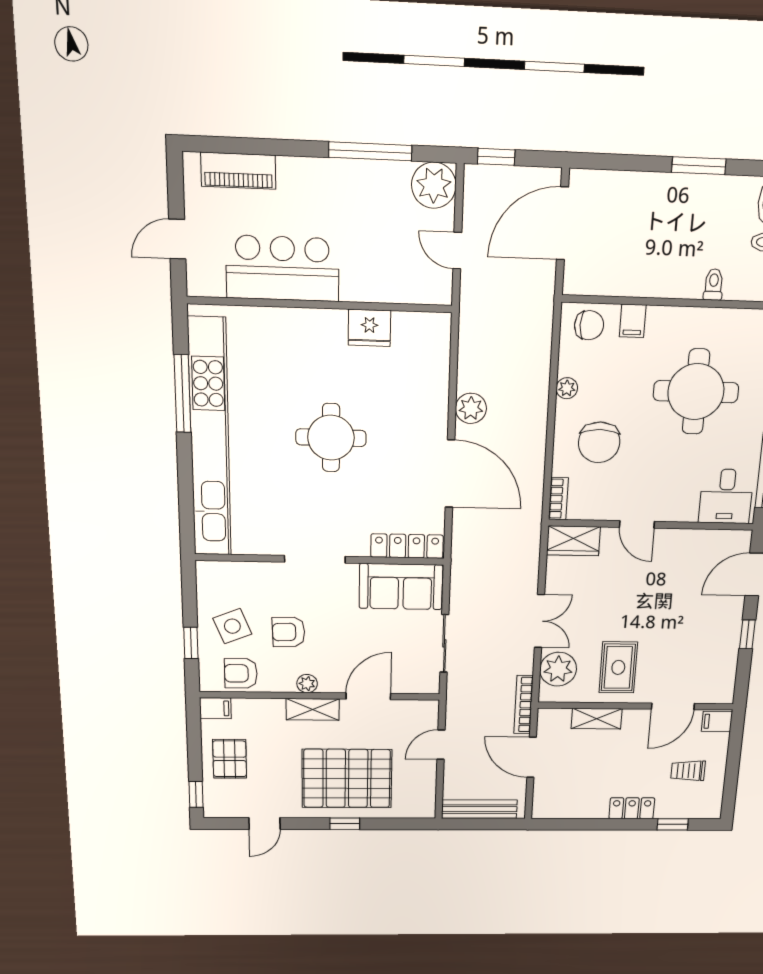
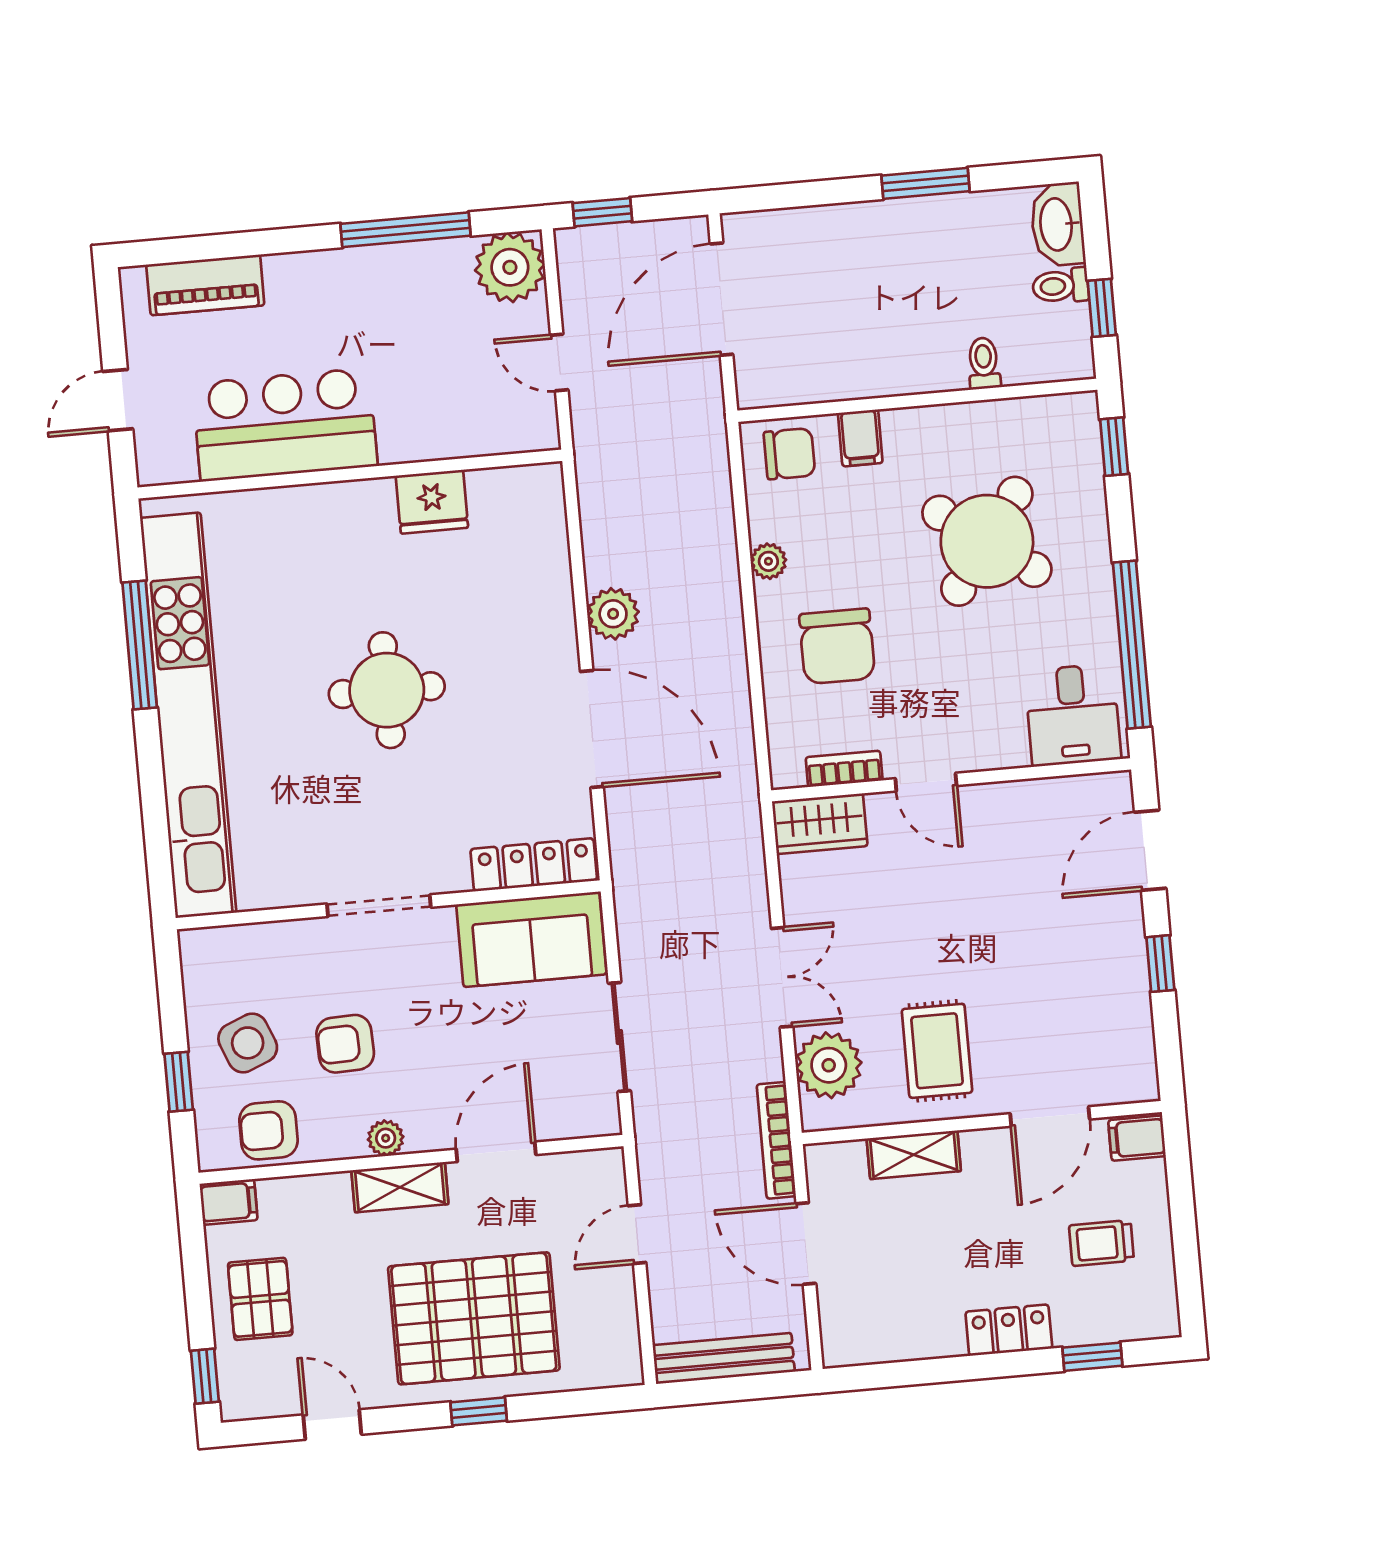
round table: (696, 392) -> (987, 541), turned 36
bookcase: (558, 499) -> (844, 769), moved, turned -90
door: (264, 824) -> (332, 1425), swing flipped

